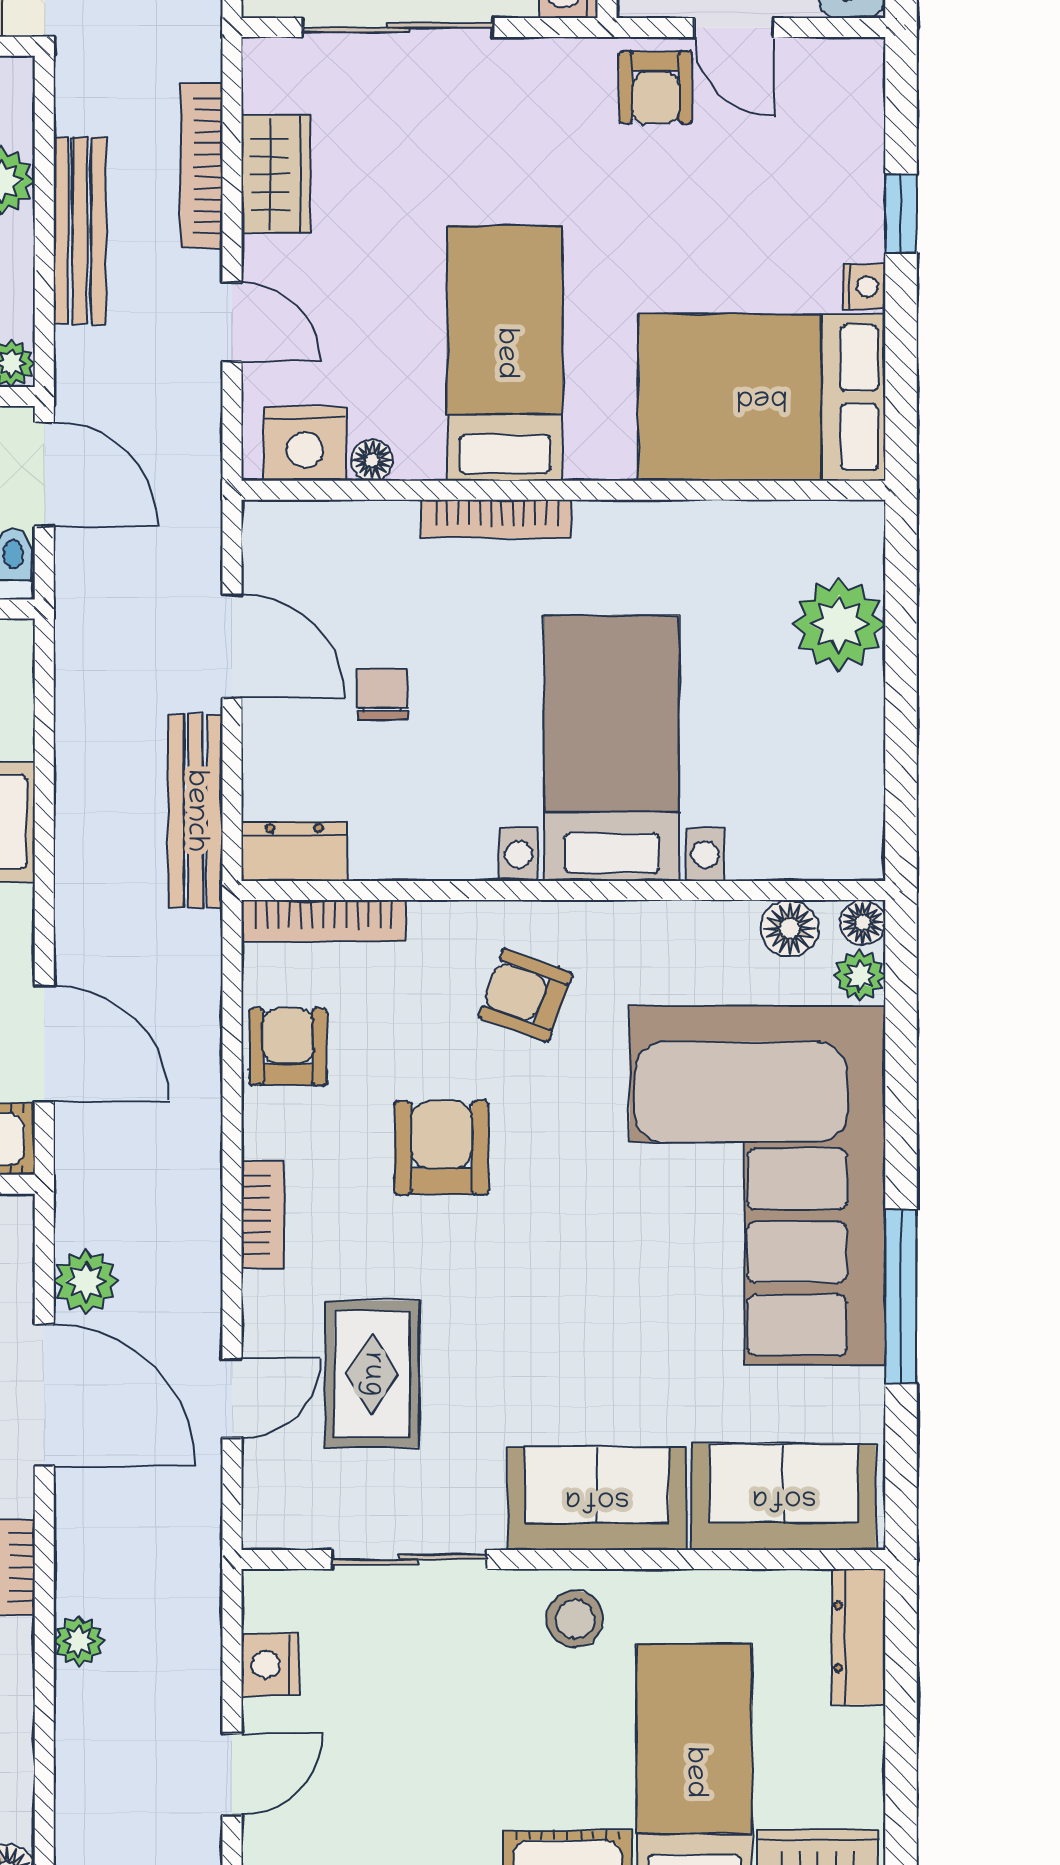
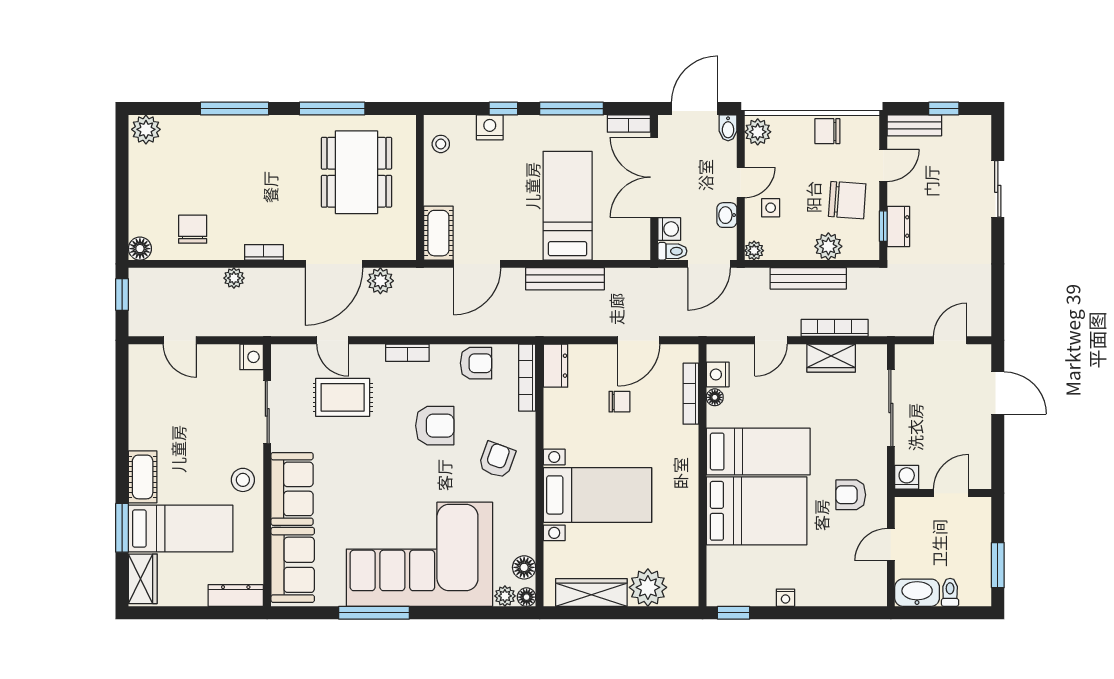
armchair: (656, 88) -> (851, 495), moved
window: (901, 213) -> (734, 613), moved
bed: (762, 397) -> (757, 511), moved, turned 90
nightstand: (305, 444) -> (718, 374), width x0.74, depth x0.75
bookcase: (496, 519) -> (691, 394), moved
wardrobe: (851, 763) -> (591, 593), added
bench: (195, 811) -> (565, 279), moved
nightstand: (270, 1664) -> (252, 357), moved, turned 90

